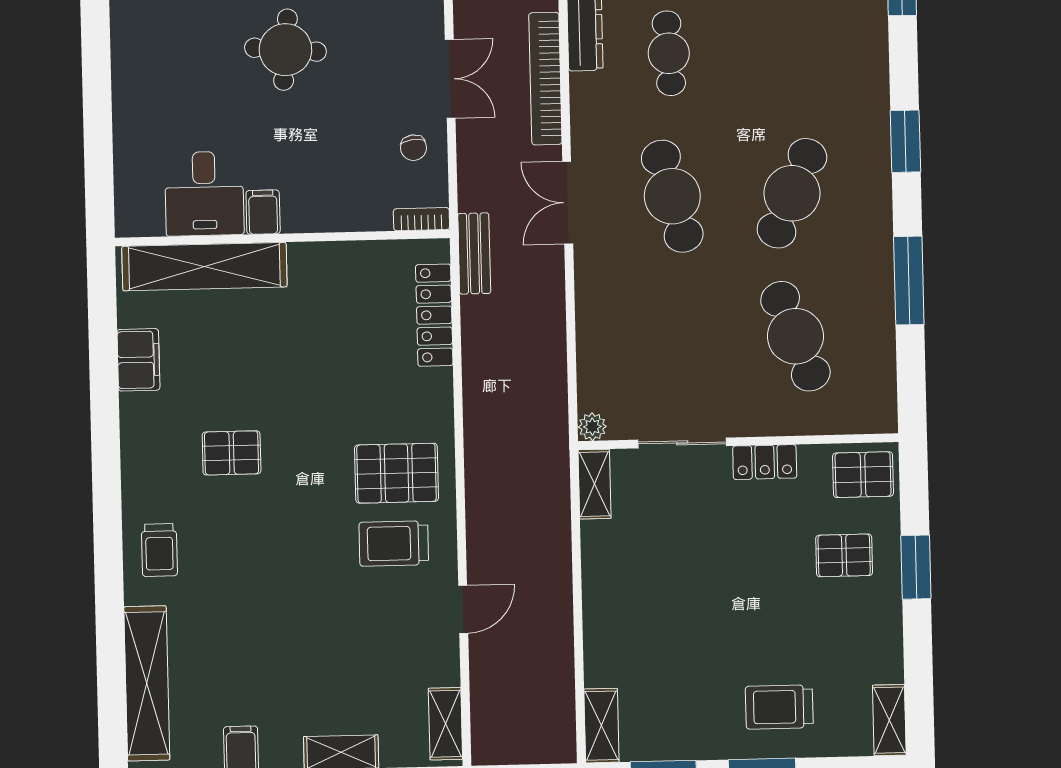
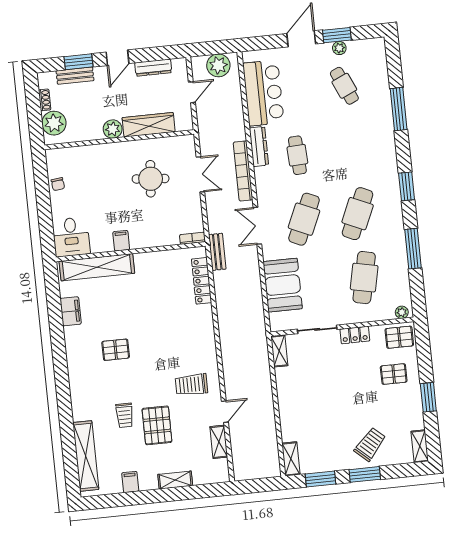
round table: (285, 50) -> (151, 179), moved
chair: (413, 148) -> (58, 184), moved
desk: (204, 194) -> (71, 237), moved
cafe table: (672, 196) -> (304, 219), turned 39
cafe table: (795, 336) -> (364, 278), turned 33
booth: (613, 339) -> (283, 285), added
plant: (592, 427) -> (402, 312), moved
pallet: (397, 473) -> (157, 425), moved, turned 90
trolley: (159, 550) -> (125, 415), moved
window: (916, 567) -> (428, 397), moved
trolley: (779, 707) -> (370, 444), turned 132
shelving: (445, 724) -> (219, 442), moved

